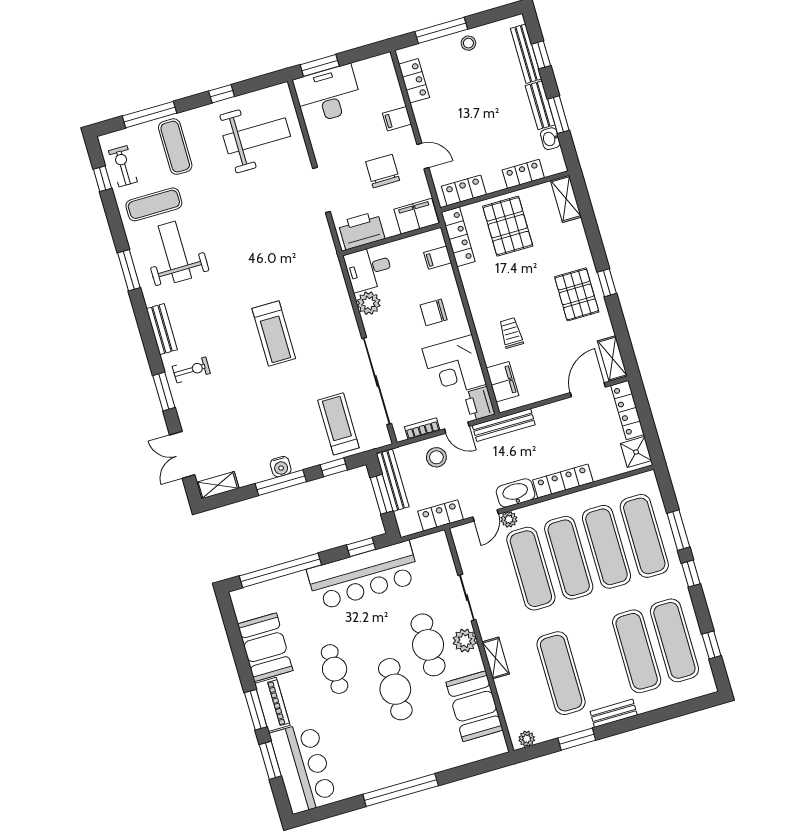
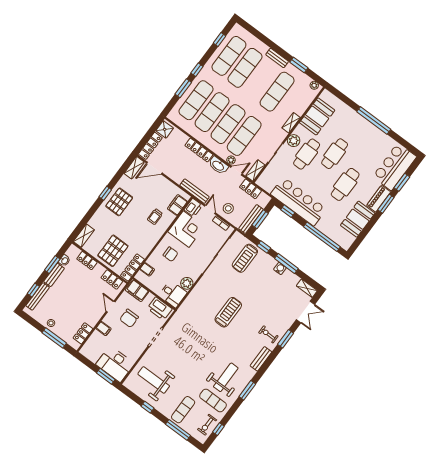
weight bench: (175, 252) -> (226, 377), turned 180
shelving: (463, 545) -> (255, 171), added
cafe table: (335, 669) -> (345, 184), width x1.37, depth x1.35

